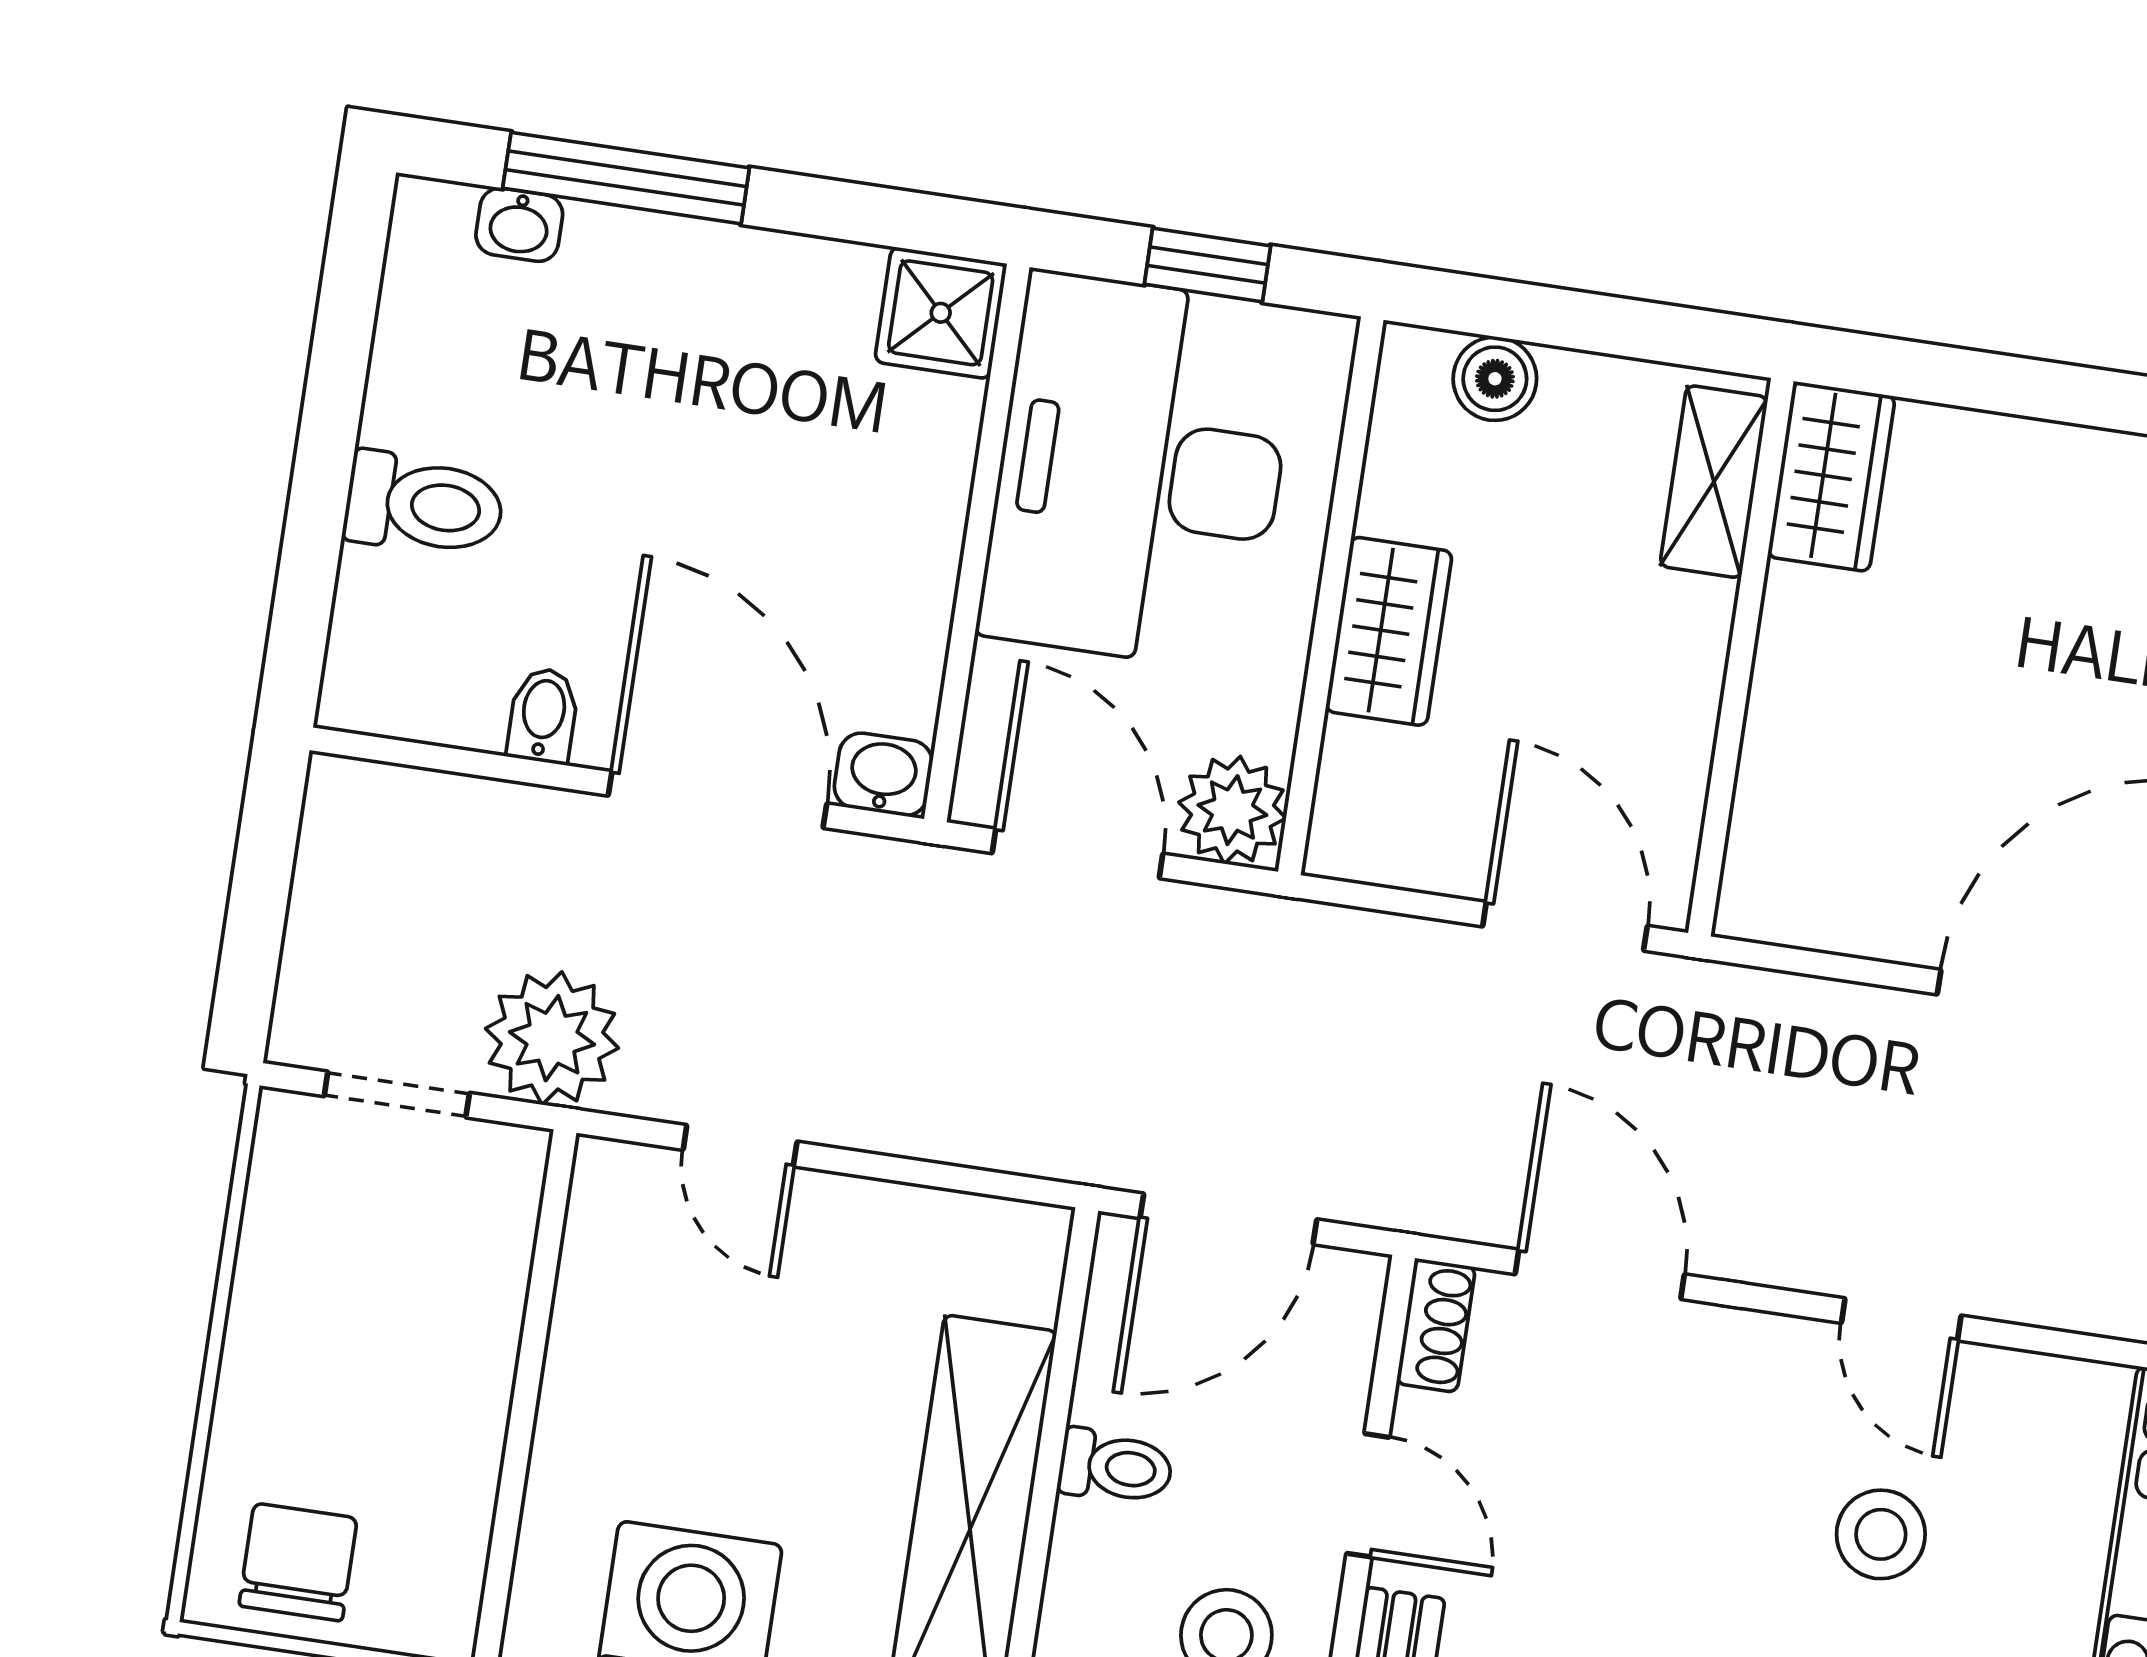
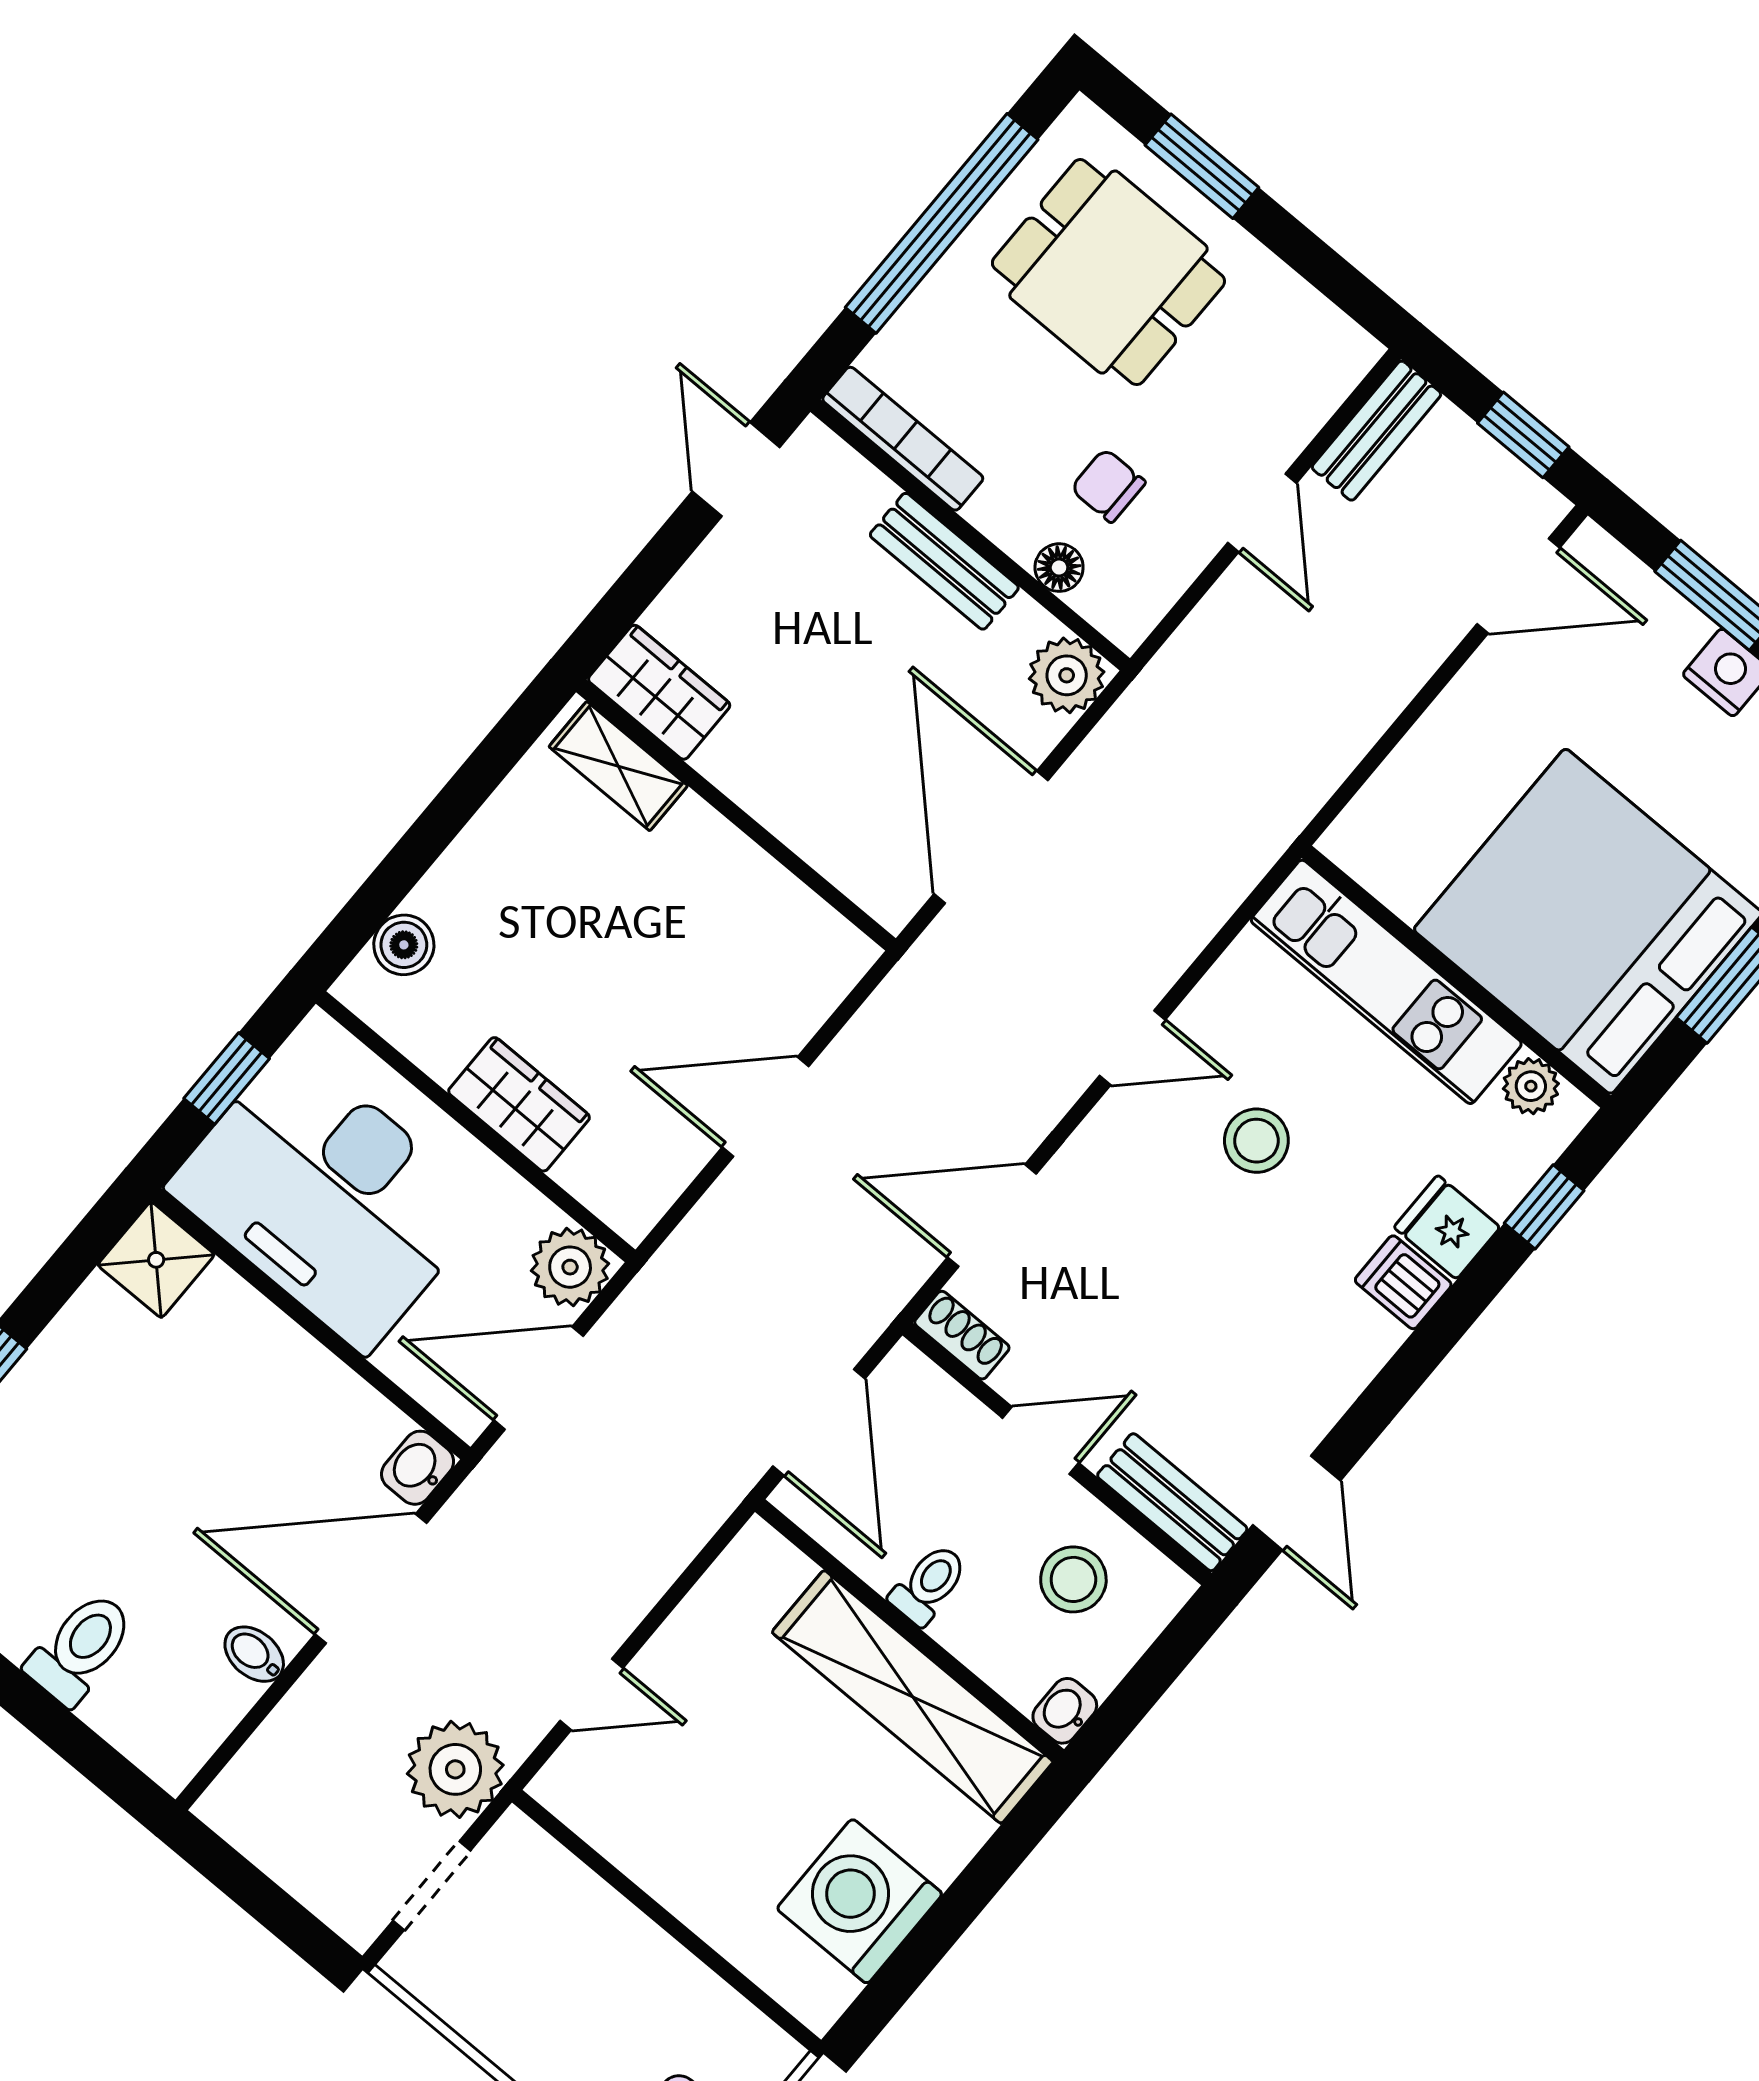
wardrobe: (1831, 477) -> (659, 692), moved
shelving: (1714, 482) -> (618, 766), moved
wall: (1741, 657) -> (736, 815), moved

